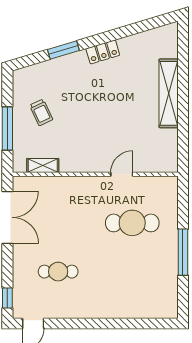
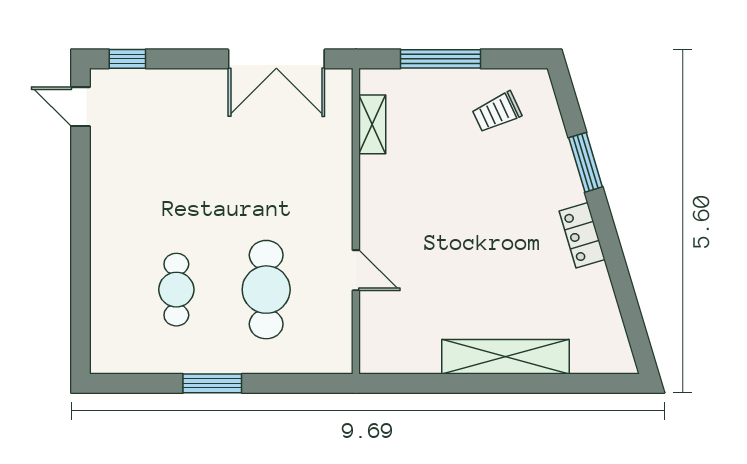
trolley: (41, 112) -> (497, 112), moved
window: (183, 252) -> (212, 383), width x0.69
cafe table: (58, 272) -> (176, 290), moved

